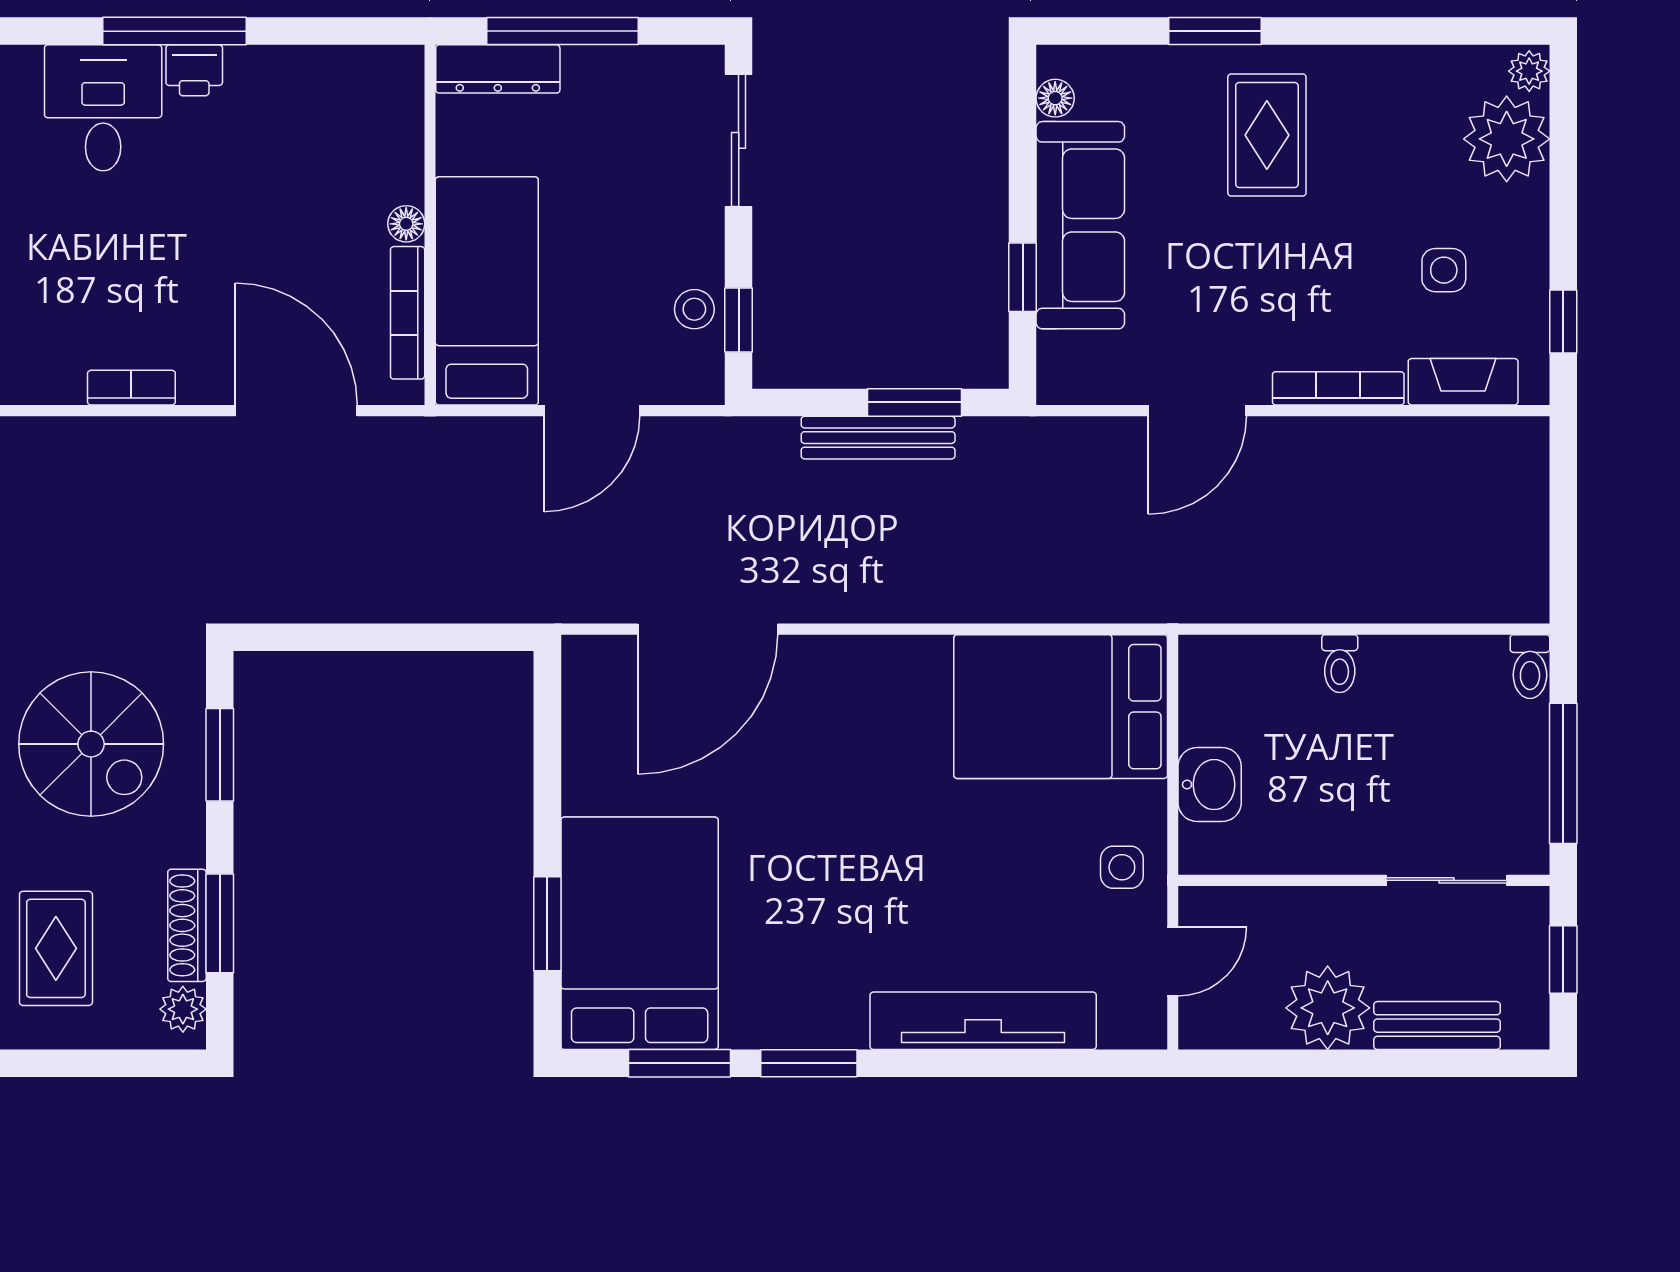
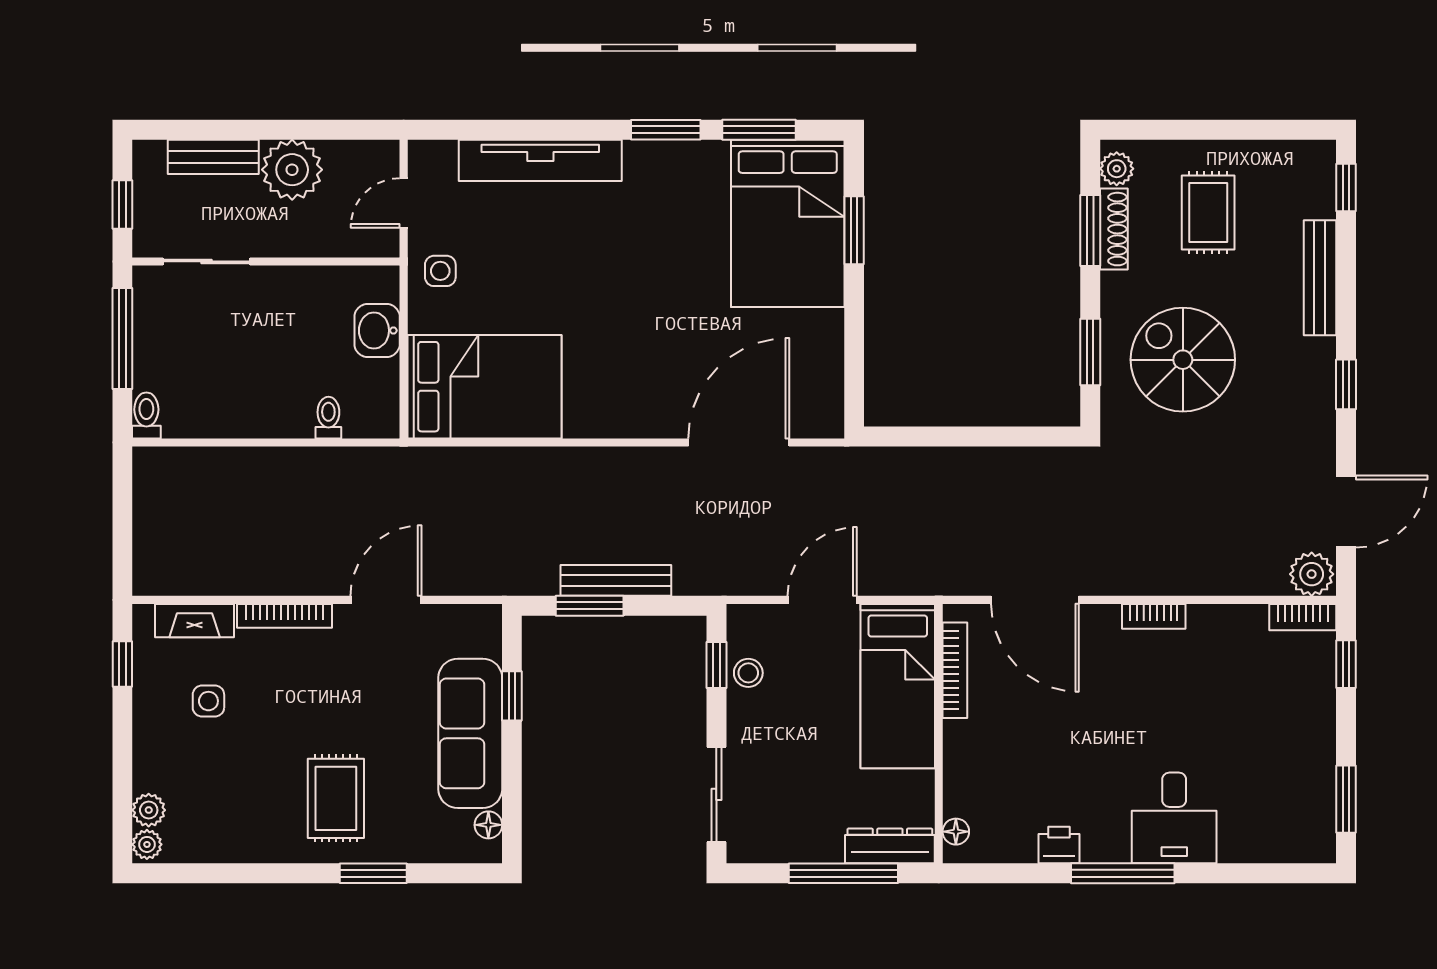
printer: (194, 70) -> (1059, 845), moved
plant: (1507, 139) -> (149, 810), width x0.53, depth x0.53
floor lamp: (406, 224) -> (956, 832), moved
toilet: (1340, 664) -> (328, 418), moved

